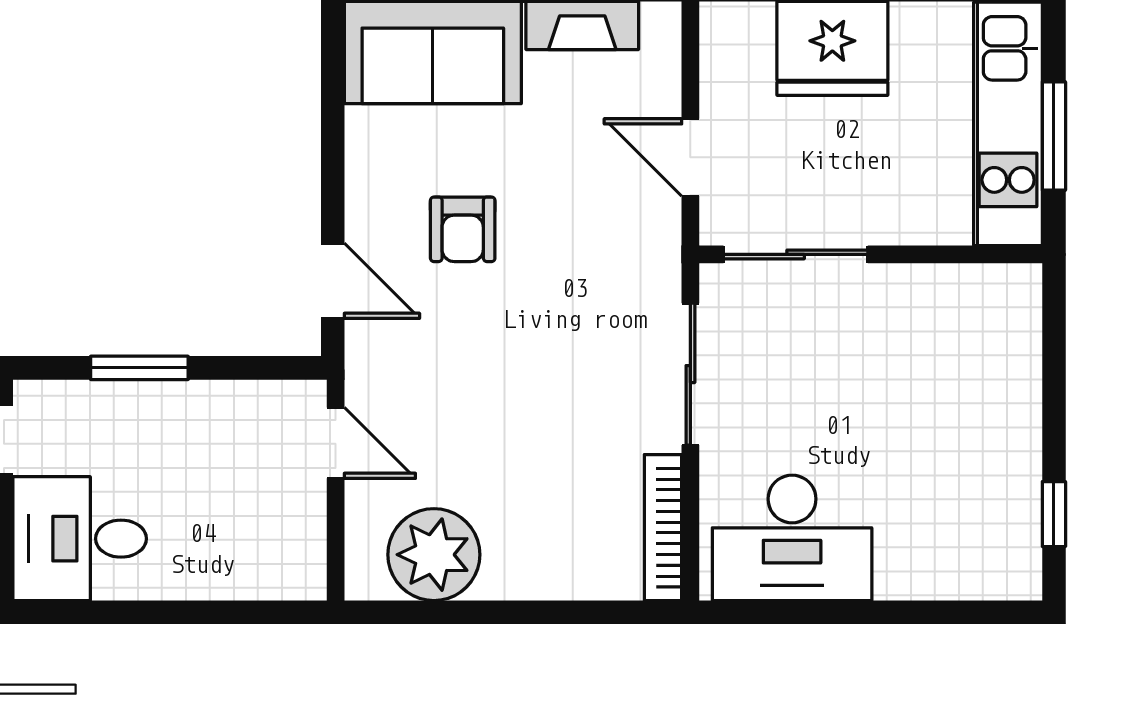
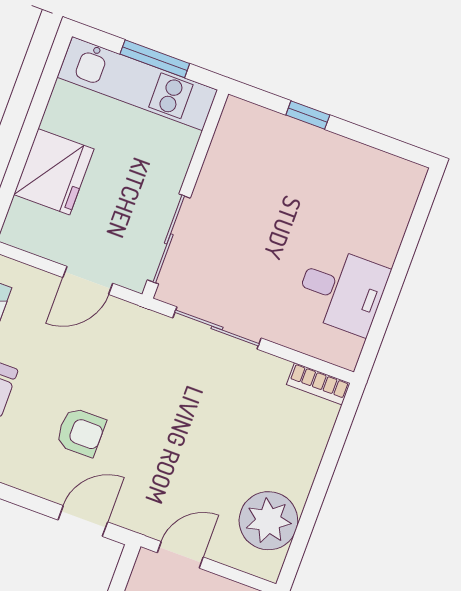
window: (1054, 514) -> (308, 115), moved
bookcase: (663, 528) -> (318, 384), width x0.64
desk: (792, 538) -> (342, 290), width x0.73

